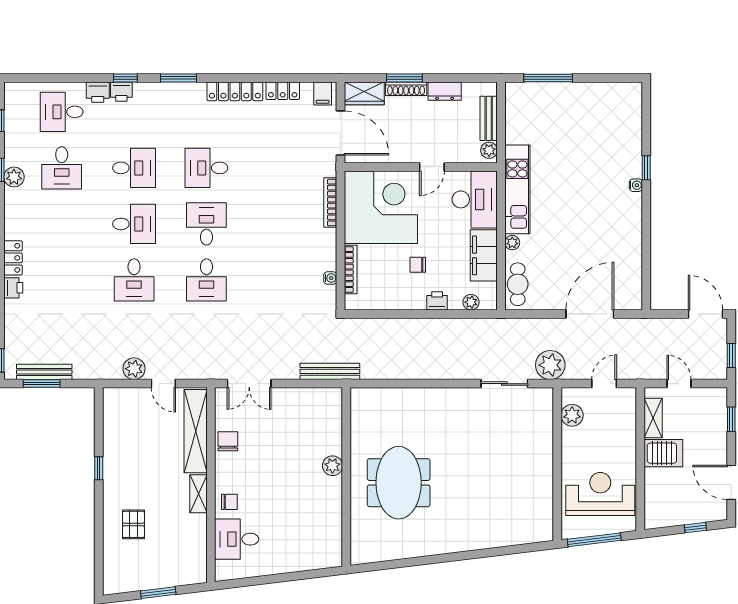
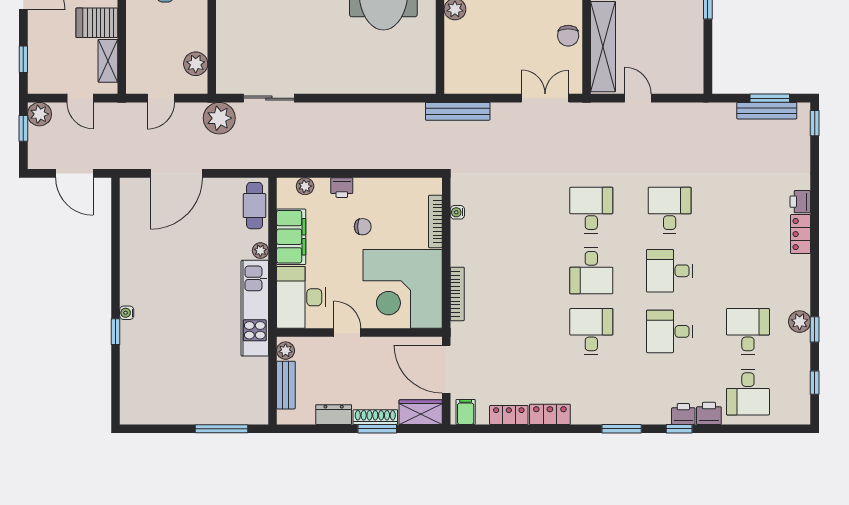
locker: (235, 91) -> (550, 414), width x0.66
desk: (62, 112) -> (748, 392), turned 90
door: (432, 167) -> (347, 333), hinge flipped
desk: (206, 168) -> (591, 331), turned -90
door: (705, 314) -> (74, 173), moved
plant: (134, 369) -> (39, 114), moved

